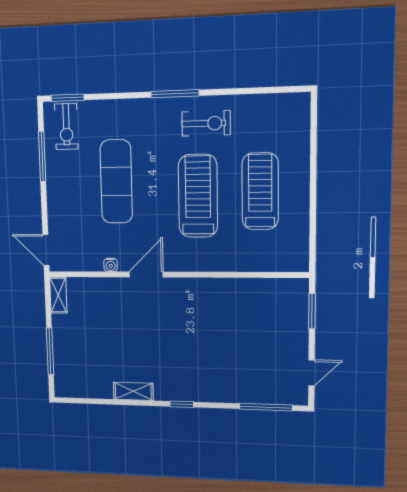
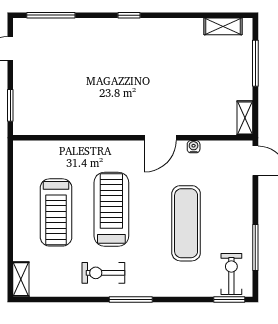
shelving: (301, 113) -> (21, 279), added
treadmill: (198, 196) -> (111, 209), turned 180
shelving: (133, 391) -> (223, 26), moved

